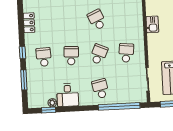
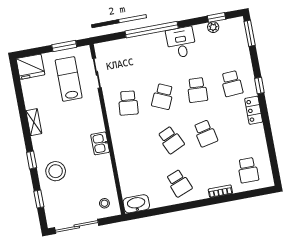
locker: (29, 23) -> (254, 110), moved
window: (24, 80) -> (250, 33), moved
school desk: (100, 89) -> (205, 133), moved
desk: (68, 95) -> (181, 42), moved
window: (119, 106) -> (152, 30), moved

